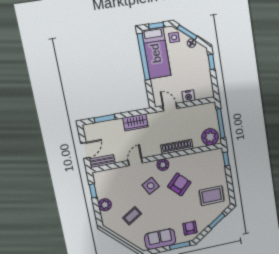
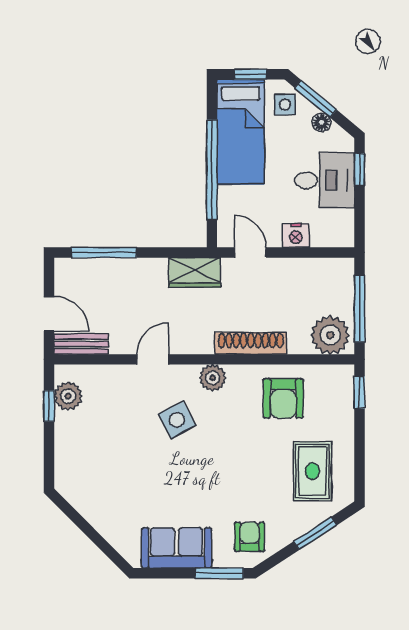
window: (144, 57) -> (212, 170), moved
desk: (197, 69) -> (325, 180), added
window: (105, 119) -> (104, 252), width x1.44
wardrobe: (135, 122) -> (195, 273), moved
door: (85, 150) -> (49, 314), hinge flipped
armchair: (179, 184) -> (283, 398), moved, turned 135
rug: (212, 196) -> (313, 471), turned 90
plant: (105, 205) -> (68, 396), moved
coffee table: (132, 216) -> (123, 480), removed

